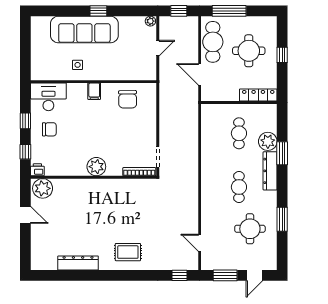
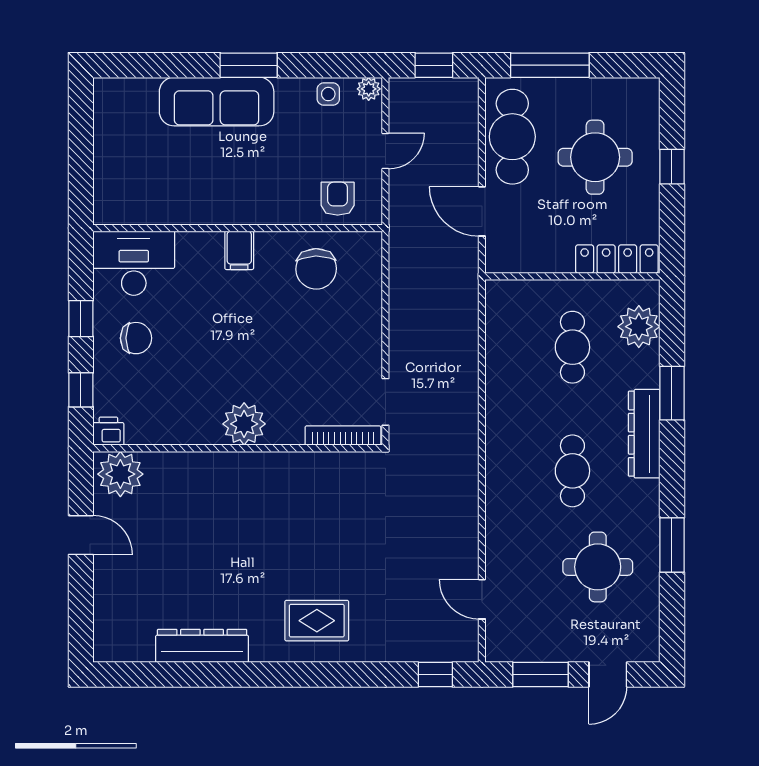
window: (98, 11) -> (249, 65), width x1.50
sofa: (84, 29) -> (217, 102), width x0.74, depth x0.79
side table: (78, 65) -> (328, 94), moved
armchair: (137, 69) -> (338, 199), added
plant: (268, 141) -> (639, 327), moved

